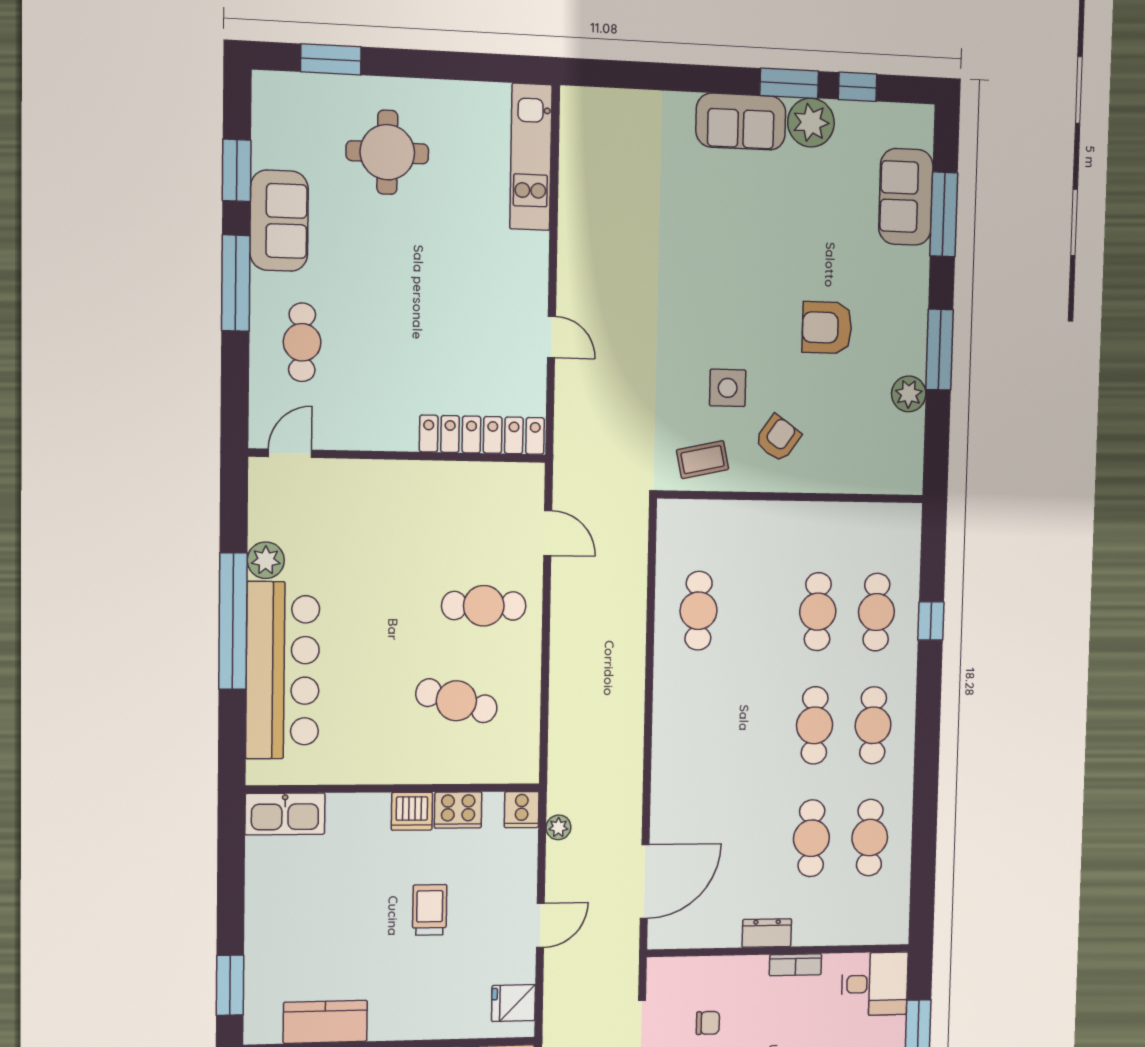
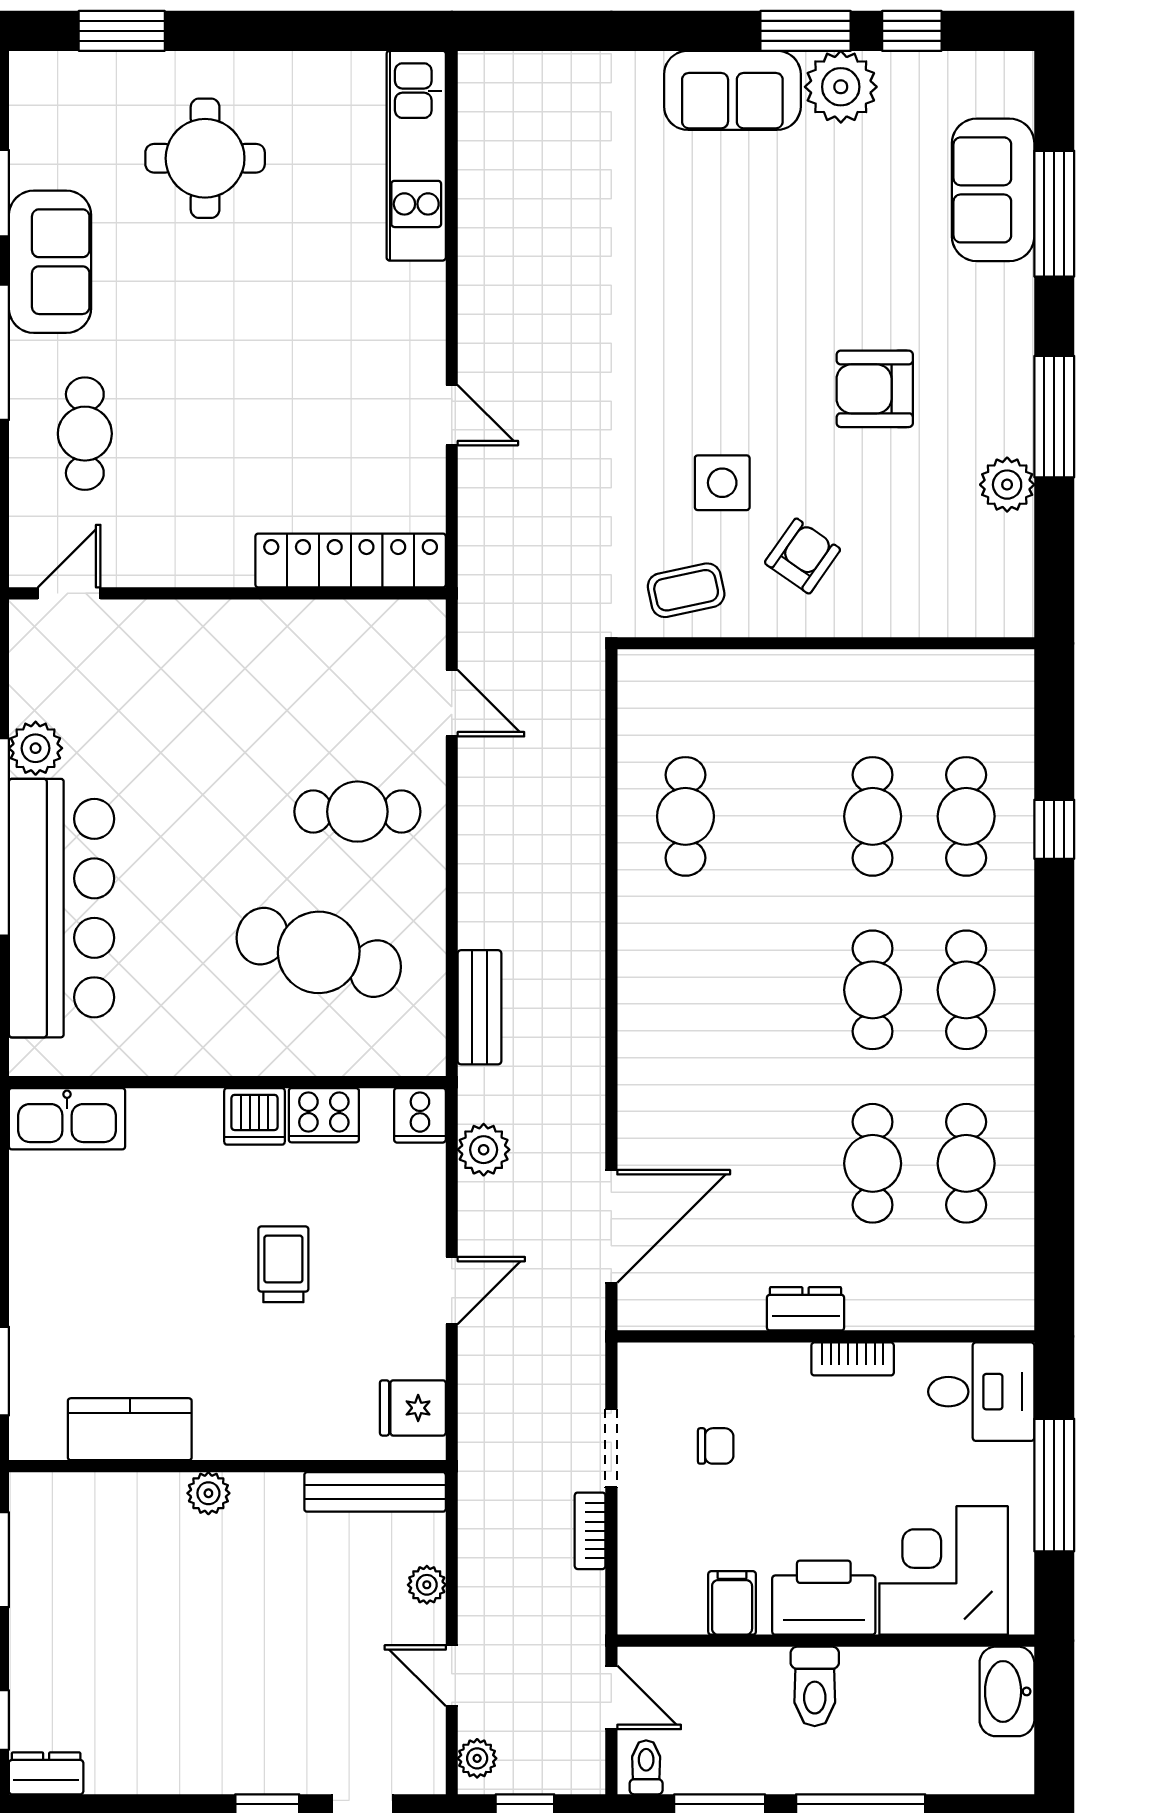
cafe table: (456, 701) -> (319, 952), width x1.37, depth x1.35
bench: (562, 737) -> (480, 1007), added
plant: (558, 827) -> (484, 1150), width x1.38, depth x1.38

